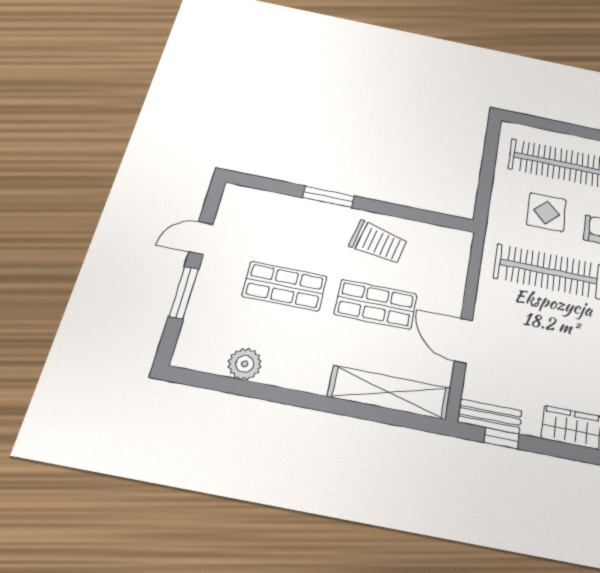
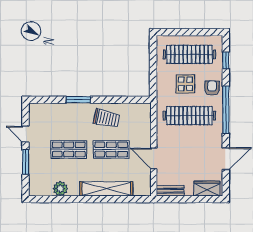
door: (201, 238) -> (26, 134), hinge flipped
shelving: (389, 392) -> (106, 189), moved
window: (502, 438) -> (177, 199), removed

